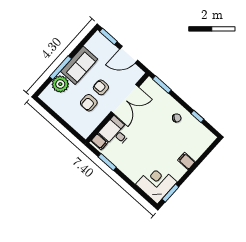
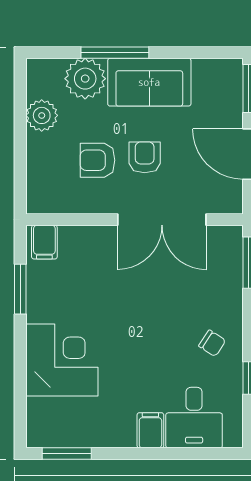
plant: (60, 108) -> (42, 115), added
desk: (115, 132) -> (194, 418), moved, turned 180
corner desk: (156, 183) -> (62, 360), moved

